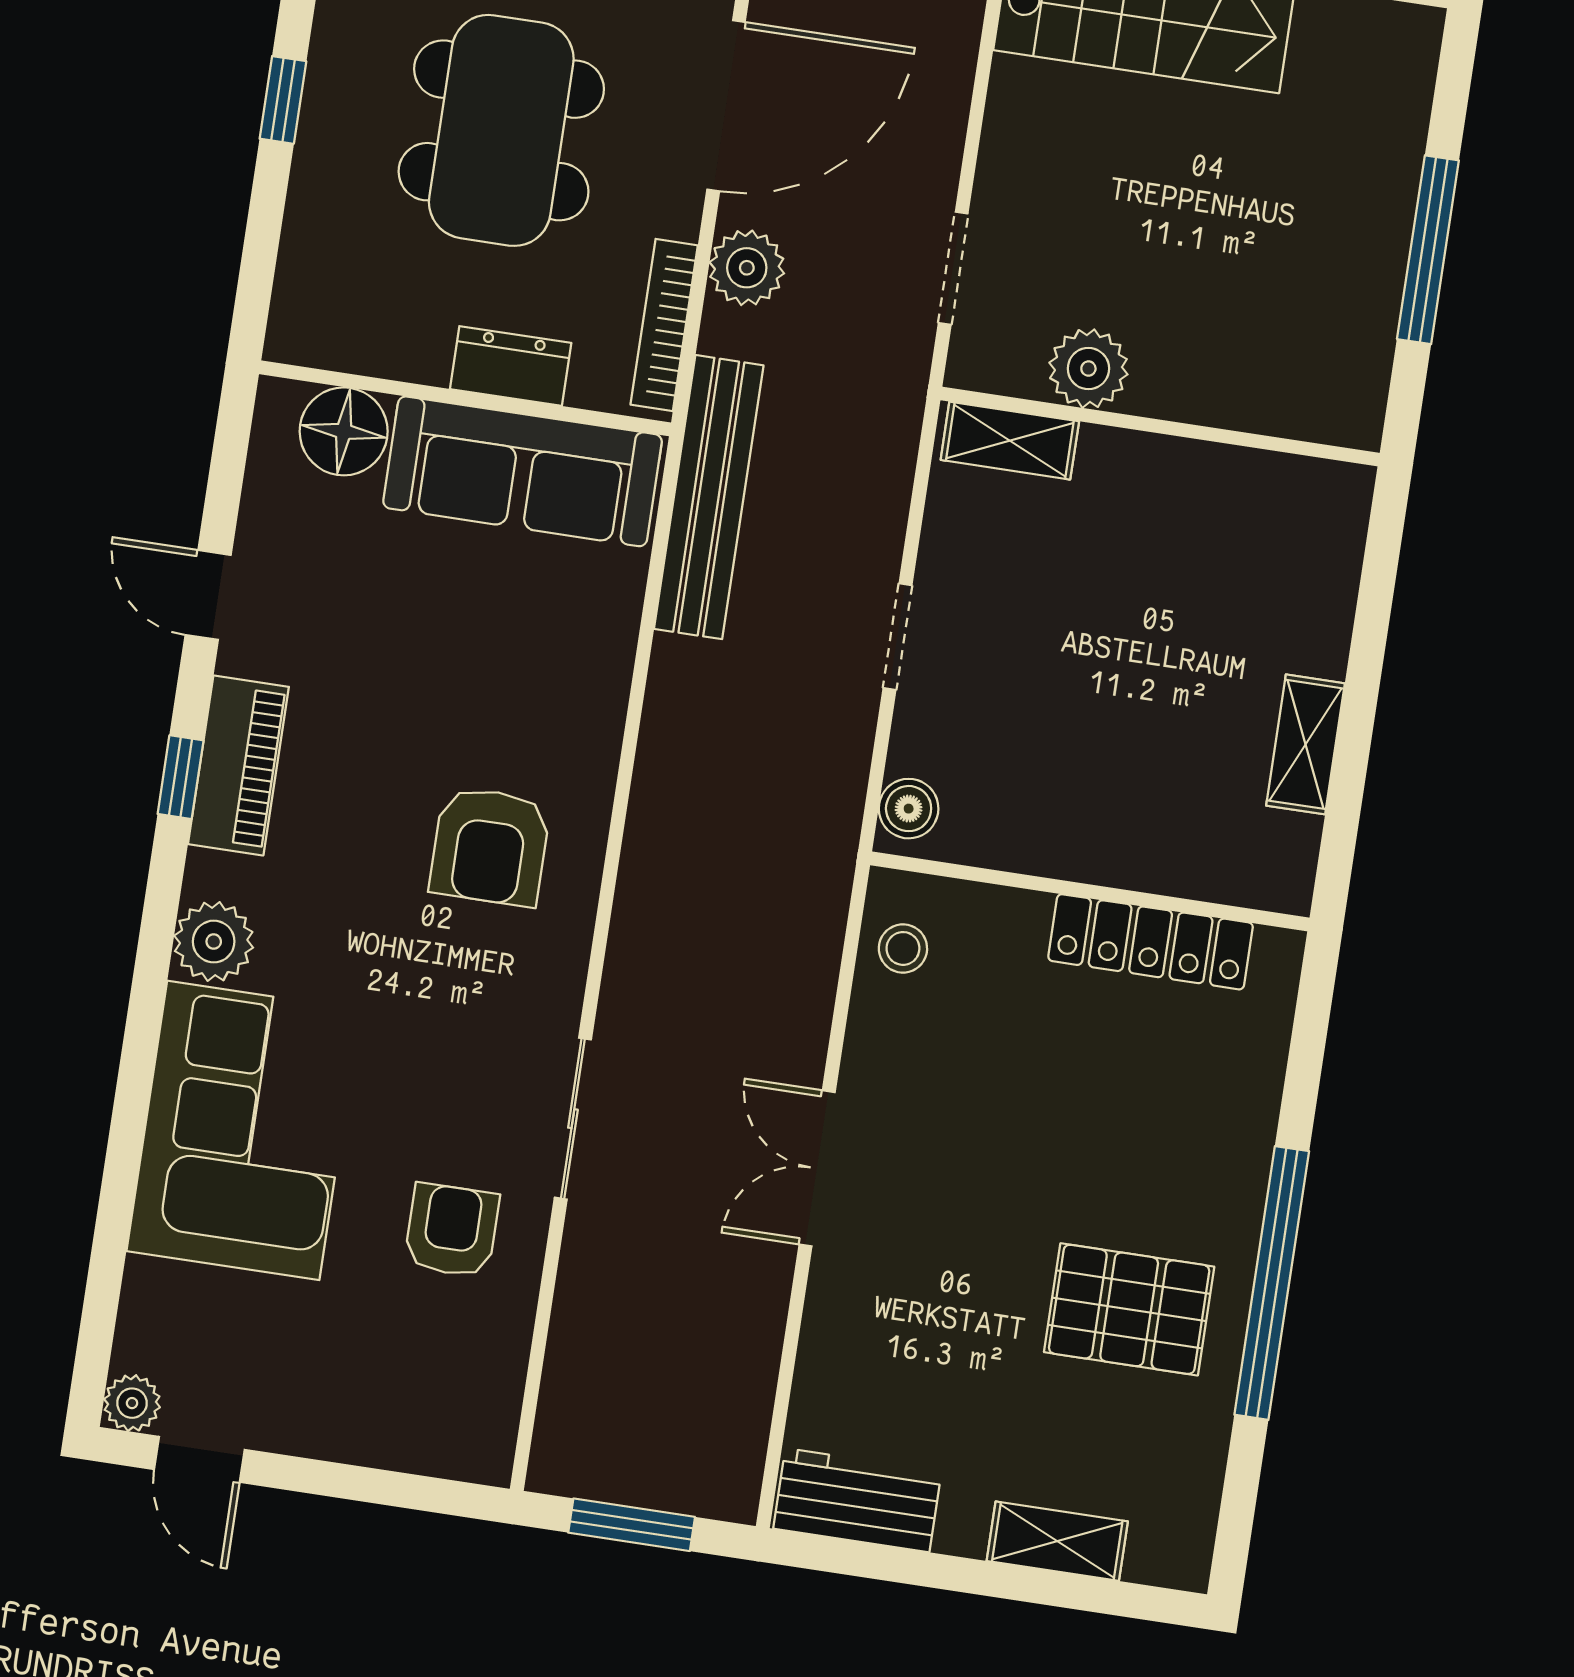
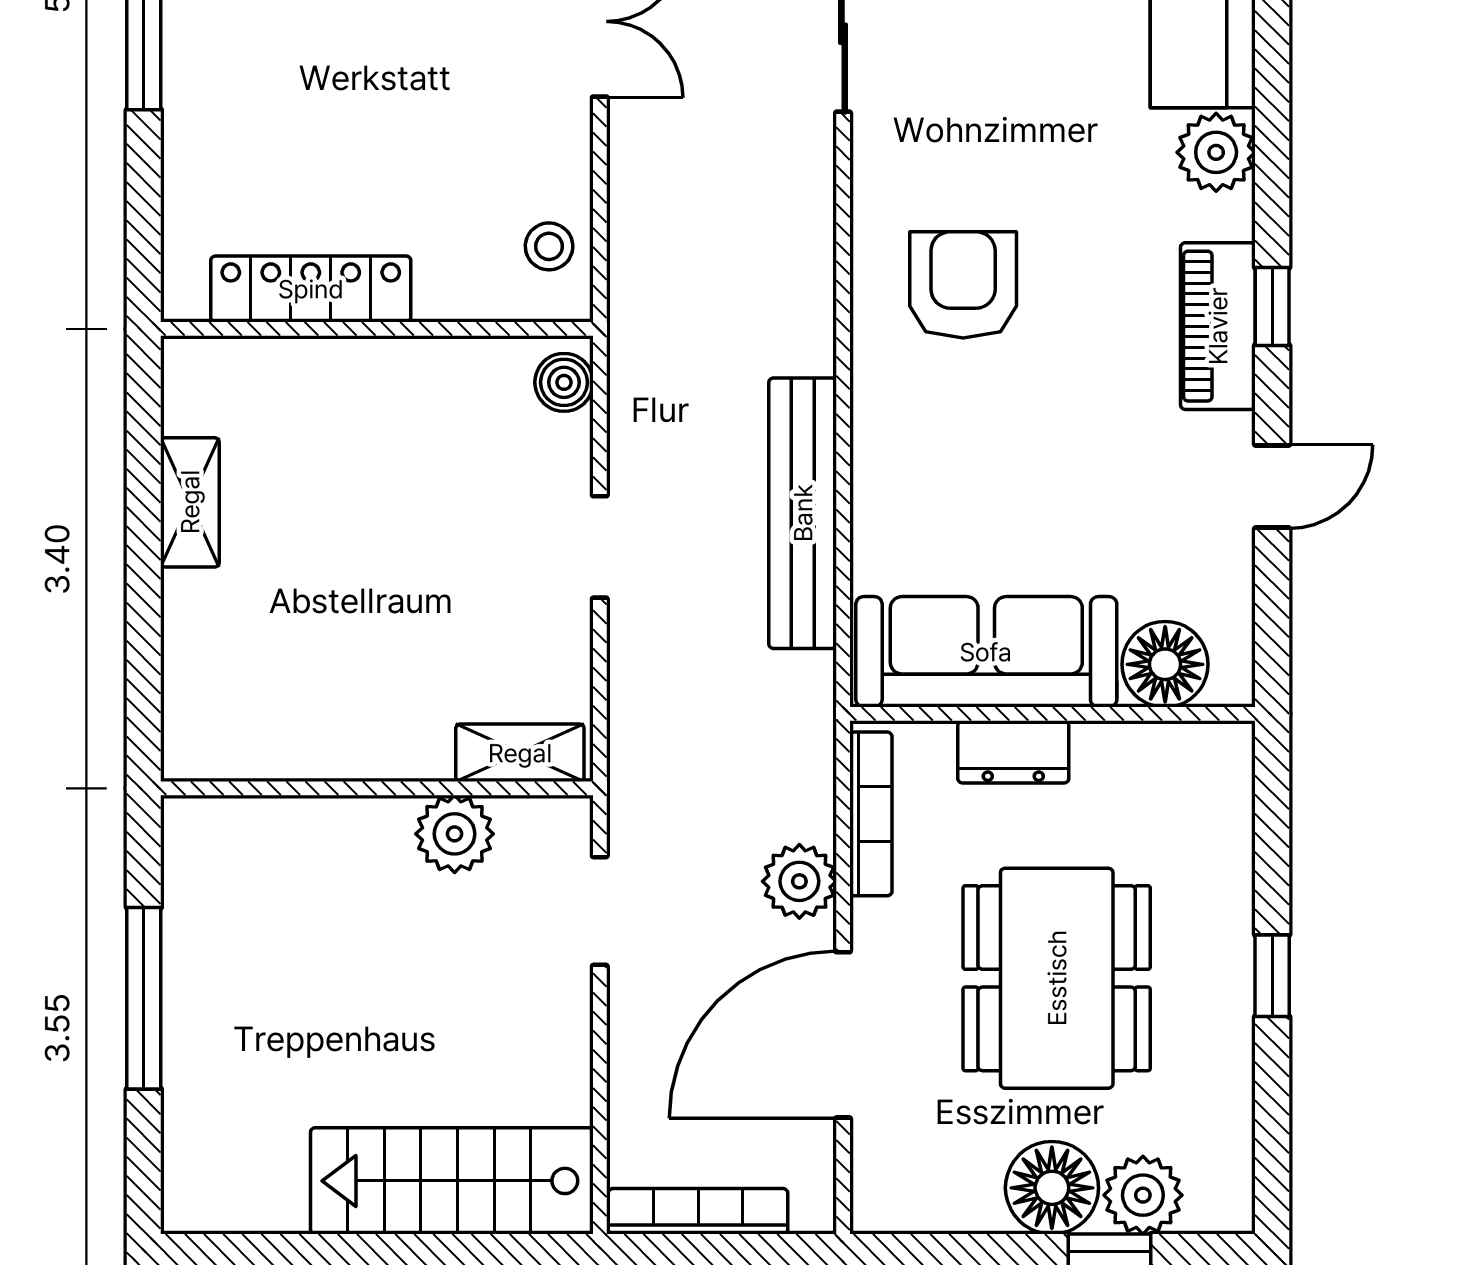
bench: (709, 497) -> (803, 513), moved
door: (208, 595) -> (1272, 486), hinge flipped

